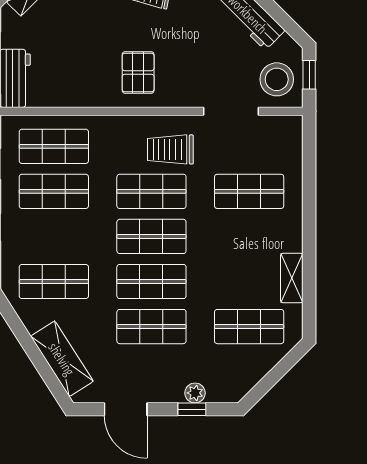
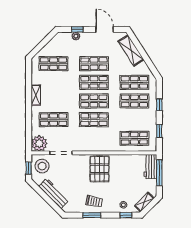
pallet: (138, 72) -> (99, 169), width x1.50, depth x1.42
plant: (284, 134) -> (39, 143), added
trolley: (170, 149) -> (86, 137), removed
shop shelf: (54, 191) -> (134, 101), moved
shelving: (292, 278) -> (36, 95), moved

